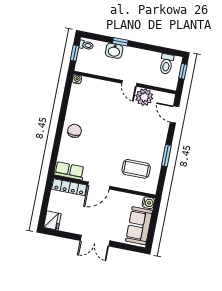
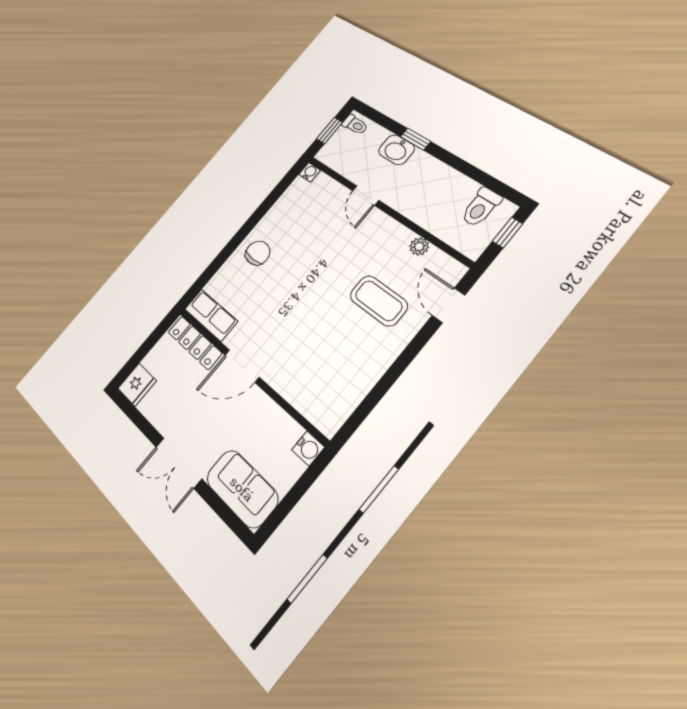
door: (129, 83) -> (366, 196), moved
plant: (144, 97) -> (419, 246), width x0.53, depth x0.53
window: (166, 156) -> (391, 376), removed
coffee table: (136, 169) -> (379, 301), moved
sofa: (139, 226) -> (242, 489), moved, turned 90

